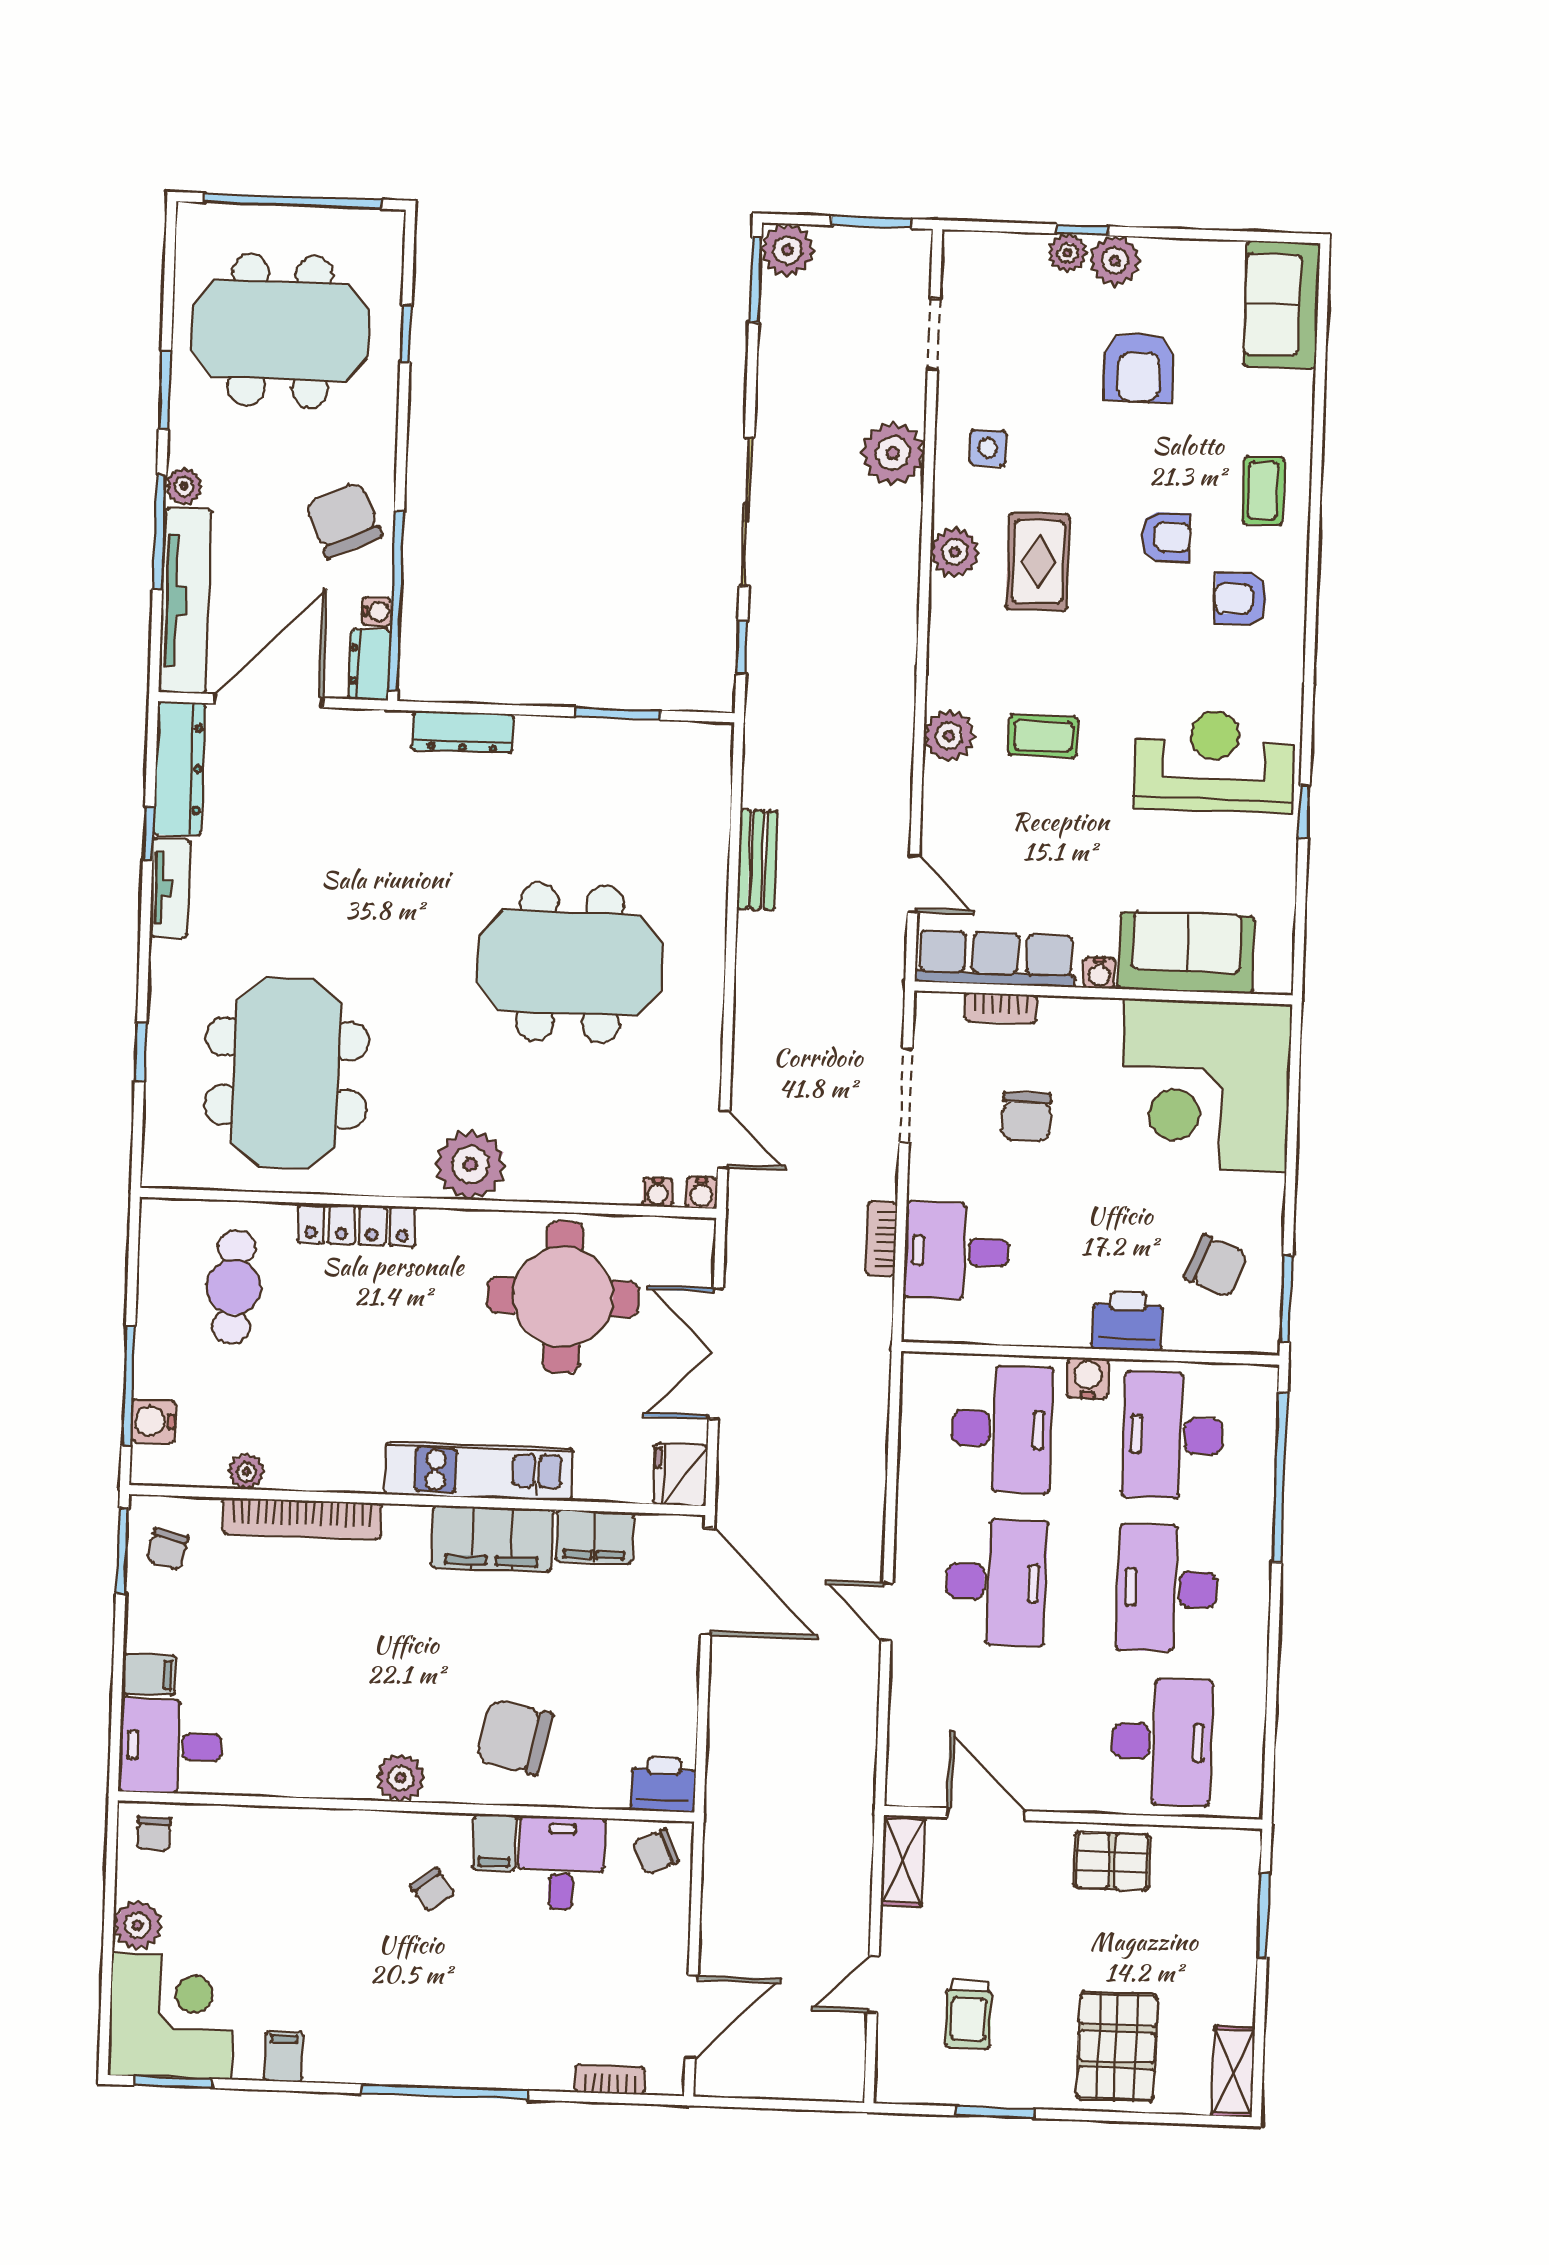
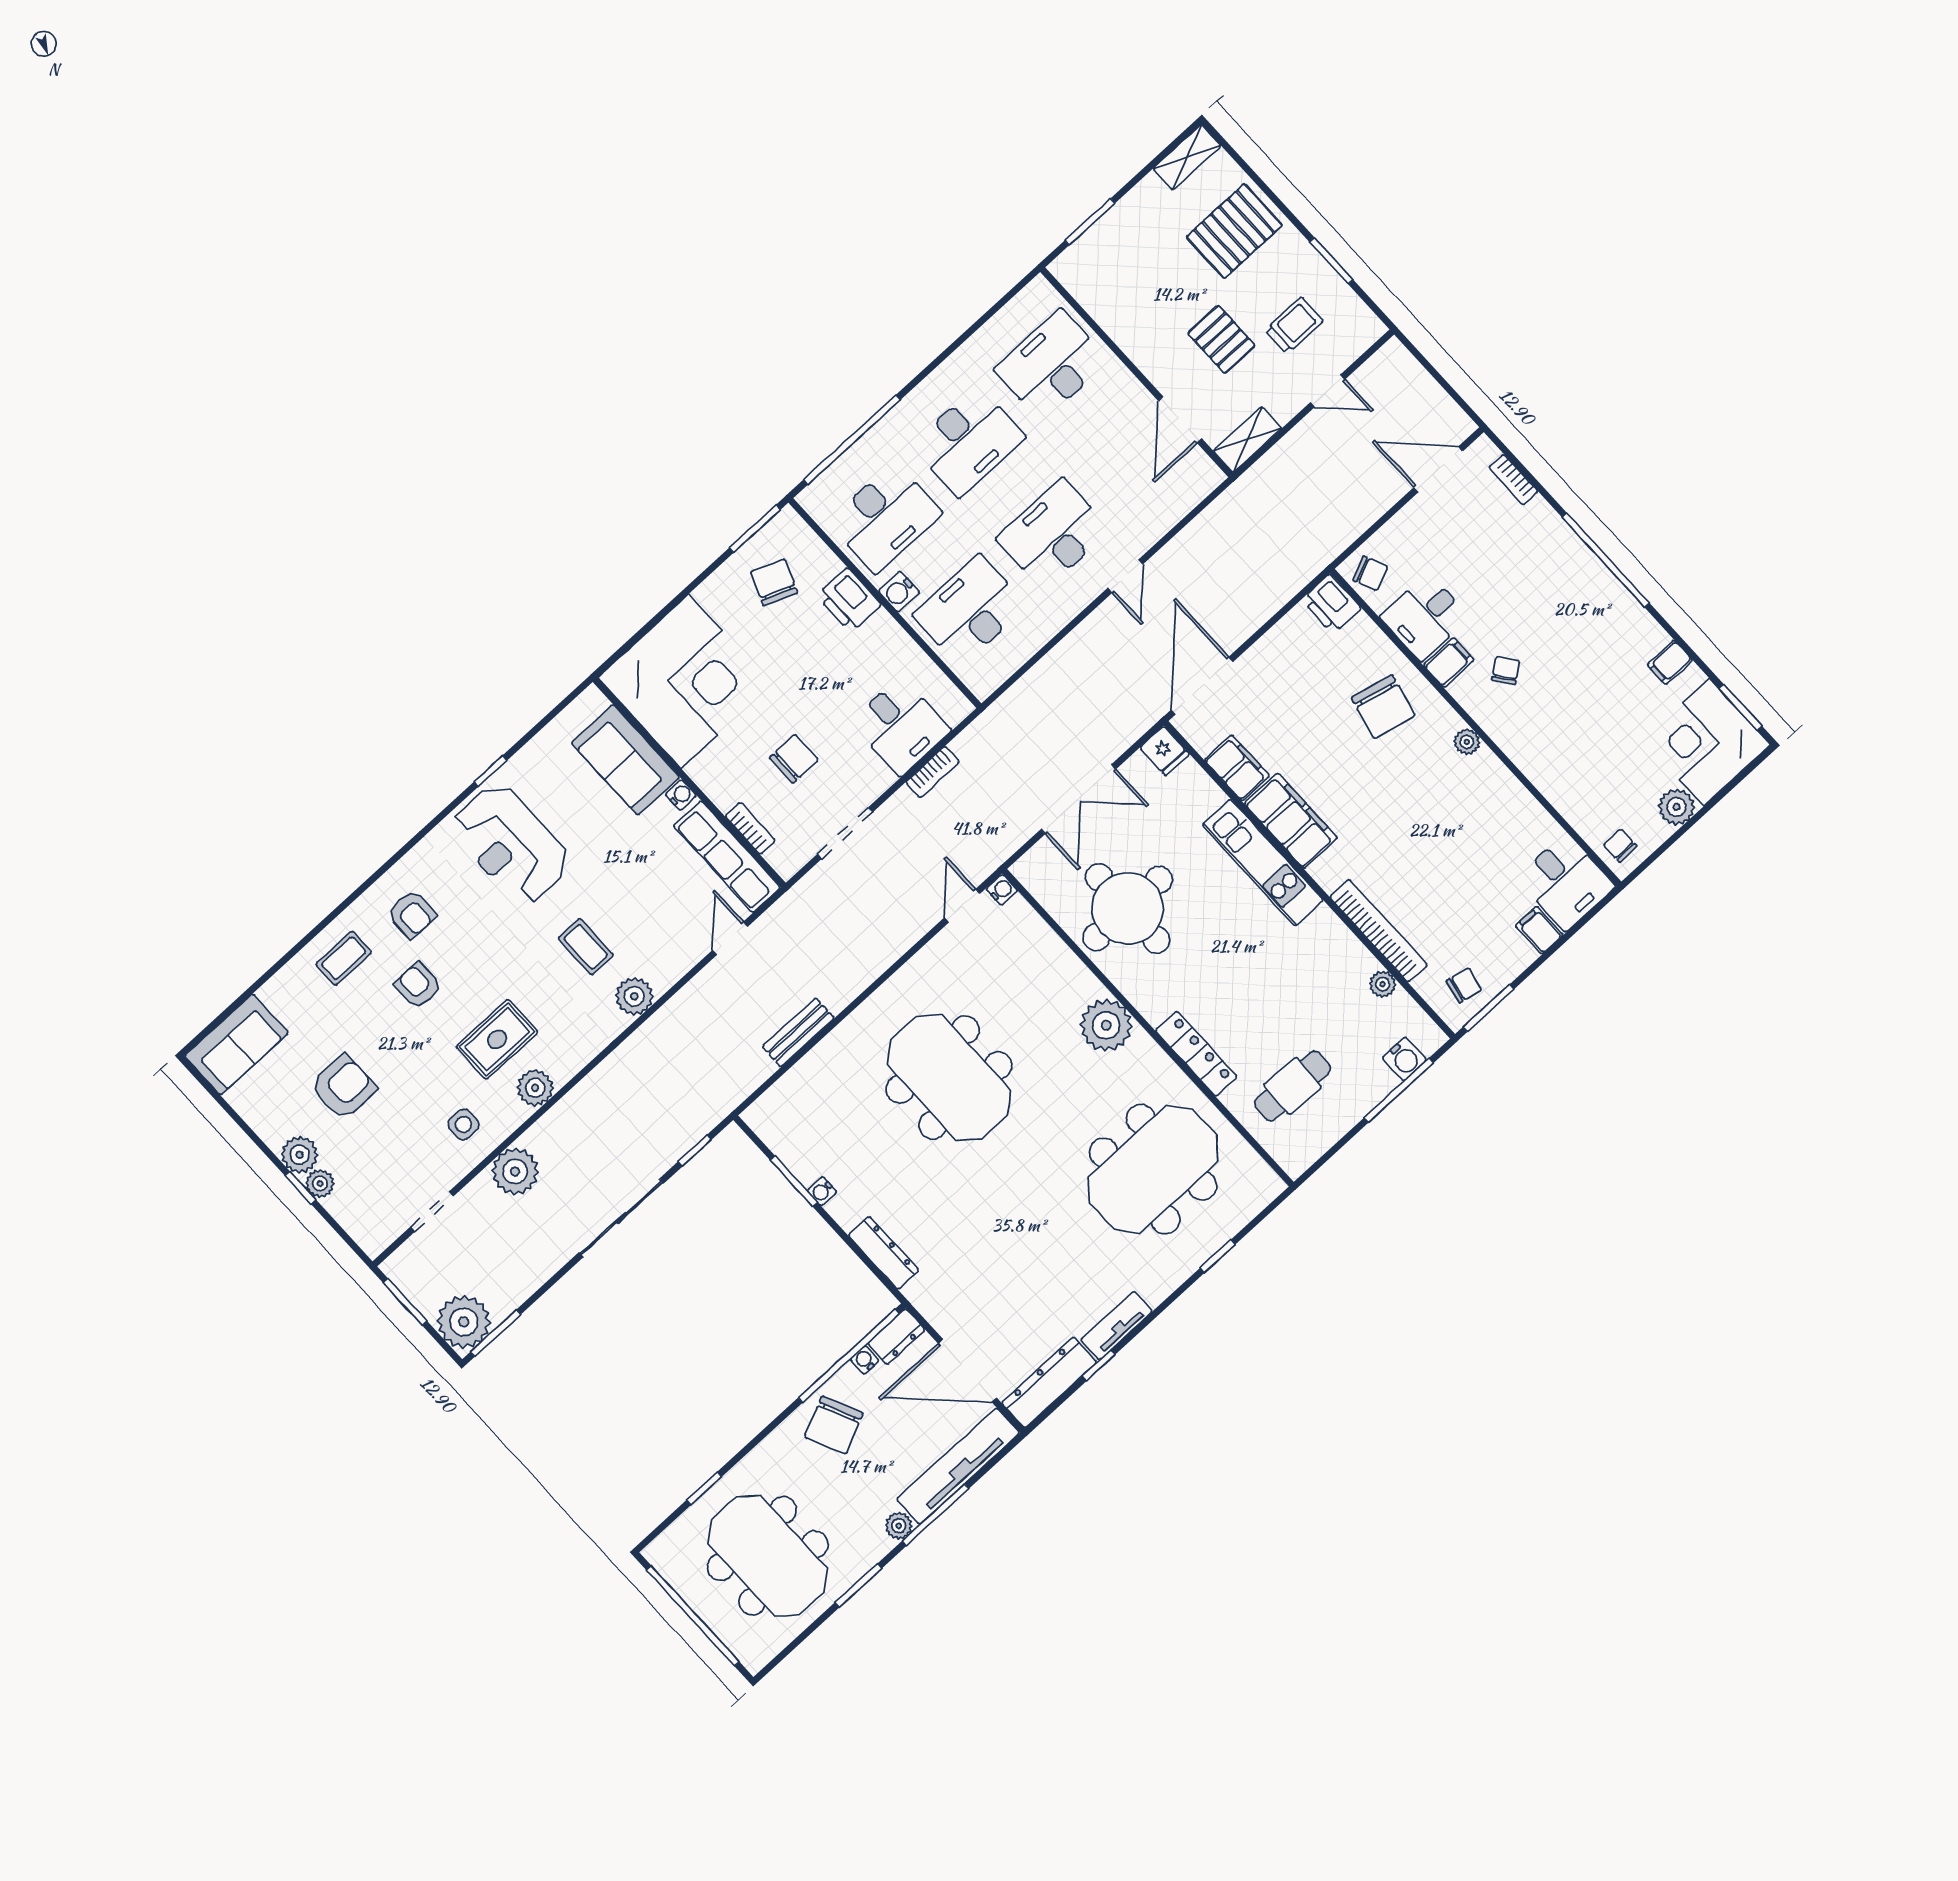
plant: (787, 250) -> (464, 1322), width x1.36, depth x1.36
water cooler: (658, 1192) -> (822, 1191), moved, turned 180
fridge: (681, 1475) -> (1165, 751), width x0.72
plant: (401, 1778) -> (1467, 742), width x0.73, depth x0.73
chair: (154, 1834) -> (1620, 846), turned -91
pallet: (1112, 1861) -> (1222, 339), moved

